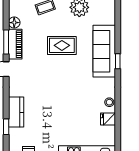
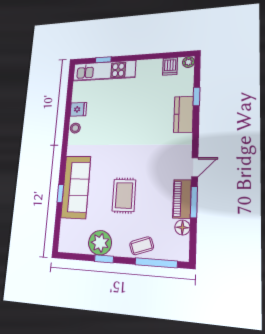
rug: (62, 45) -> (124, 195), turned 90
window: (118, 61) -> (60, 193), moved

